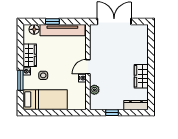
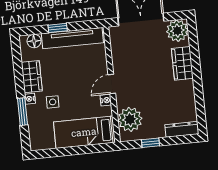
plant: (140, 32) -> (177, 31), added
wardrobe: (141, 76) -> (182, 63), moved
plant: (94, 90) -> (130, 119), width x1.87, depth x1.87
bed: (45, 99) -> (84, 132), moved, turned 180

